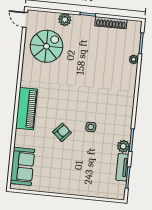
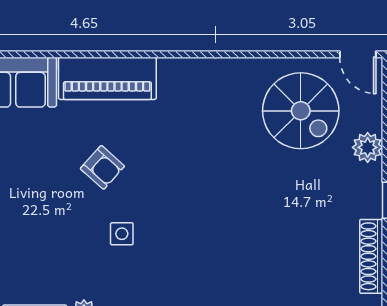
door: (25, 20) -> (358, 54), swing flipped
piano: (26, 109) -> (107, 78), moved

